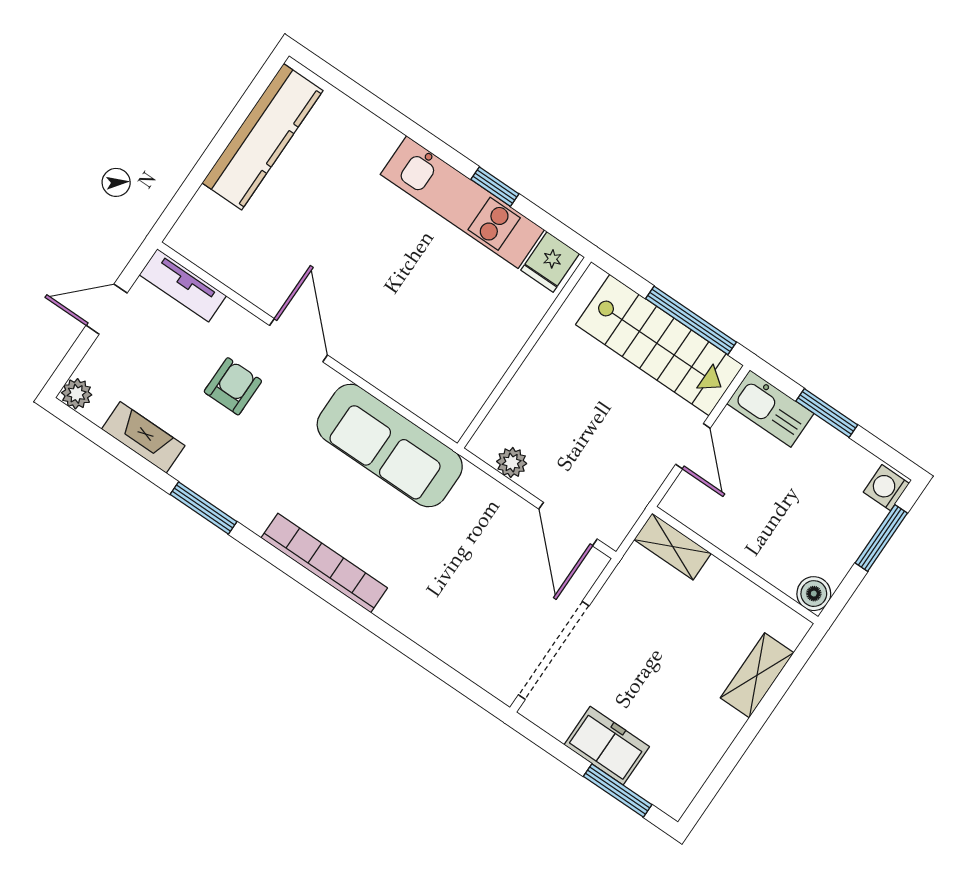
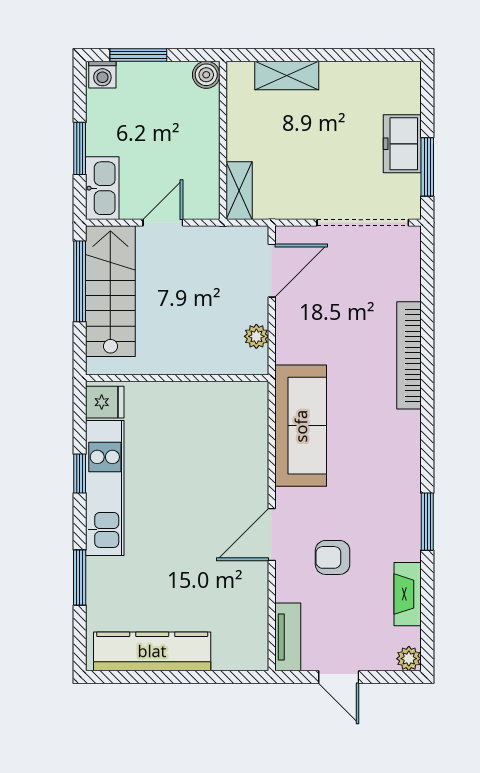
window: (389, 114) -> (80, 578), added
bookcase: (324, 563) -> (409, 355), moved
window: (618, 790) -> (427, 167), moved

